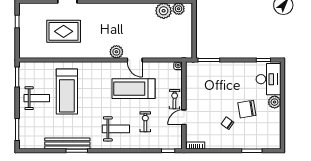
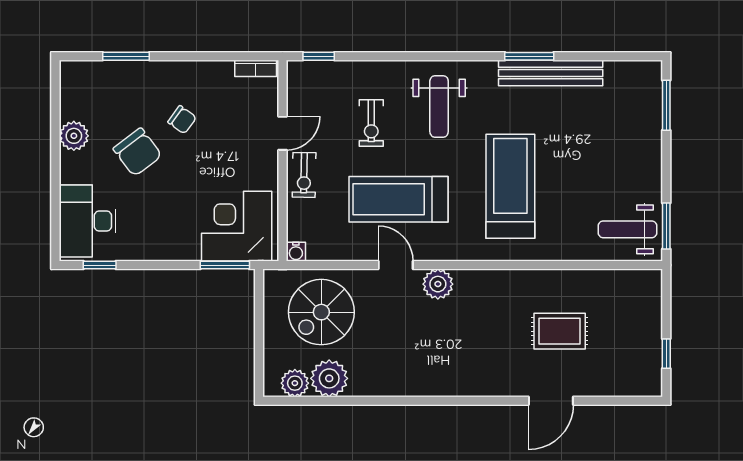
rug: (64, 31) -> (560, 331), width x0.73, depth x0.70
spiral stairs: (167, 40) -> (321, 312), added
corner desk: (204, 77) -> (237, 226), added
treadmill: (133, 89) -> (398, 199), turned 180
treadmill: (67, 91) -> (510, 186), moved
weight bench: (37, 98) -> (627, 229), moved
plant: (275, 102) -> (74, 136), moved
chair: (247, 109) -> (137, 152), turned 62
weight bench: (116, 129) -> (439, 106), turned -90

